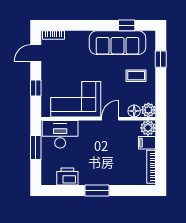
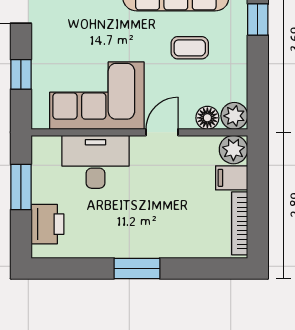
coffee table: (136, 76) -> (190, 48), moved
desk: (60, 134) -> (96, 162), moved
printer: (67, 177) -> (47, 224), moved, turned 90

